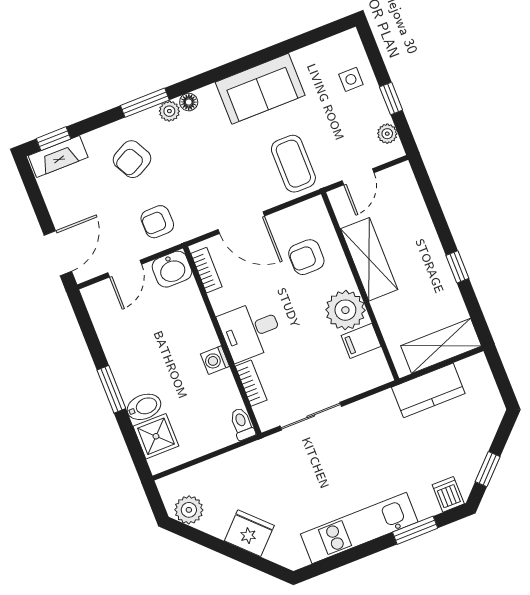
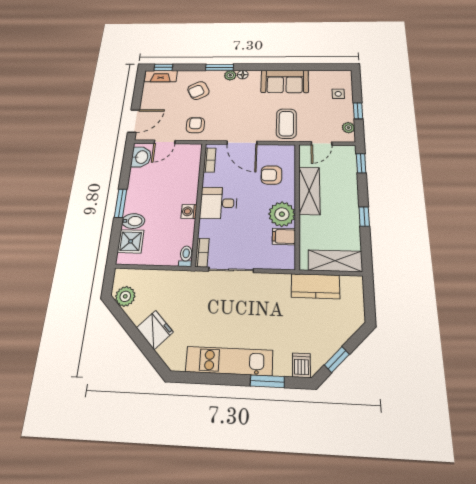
window: (426, 186) -> (361, 163), added
armchair: (157, 222) -> (195, 125), turned 91
washbasin: (172, 269) -> (141, 157), moved, turned -90
bookcase: (251, 383) -> (202, 253), moved

